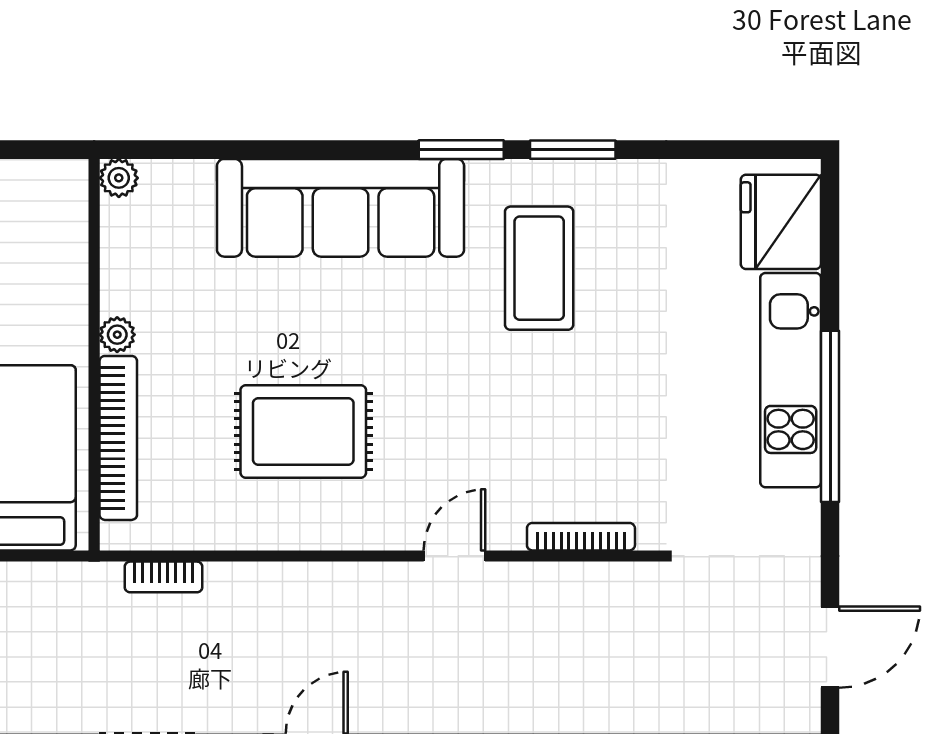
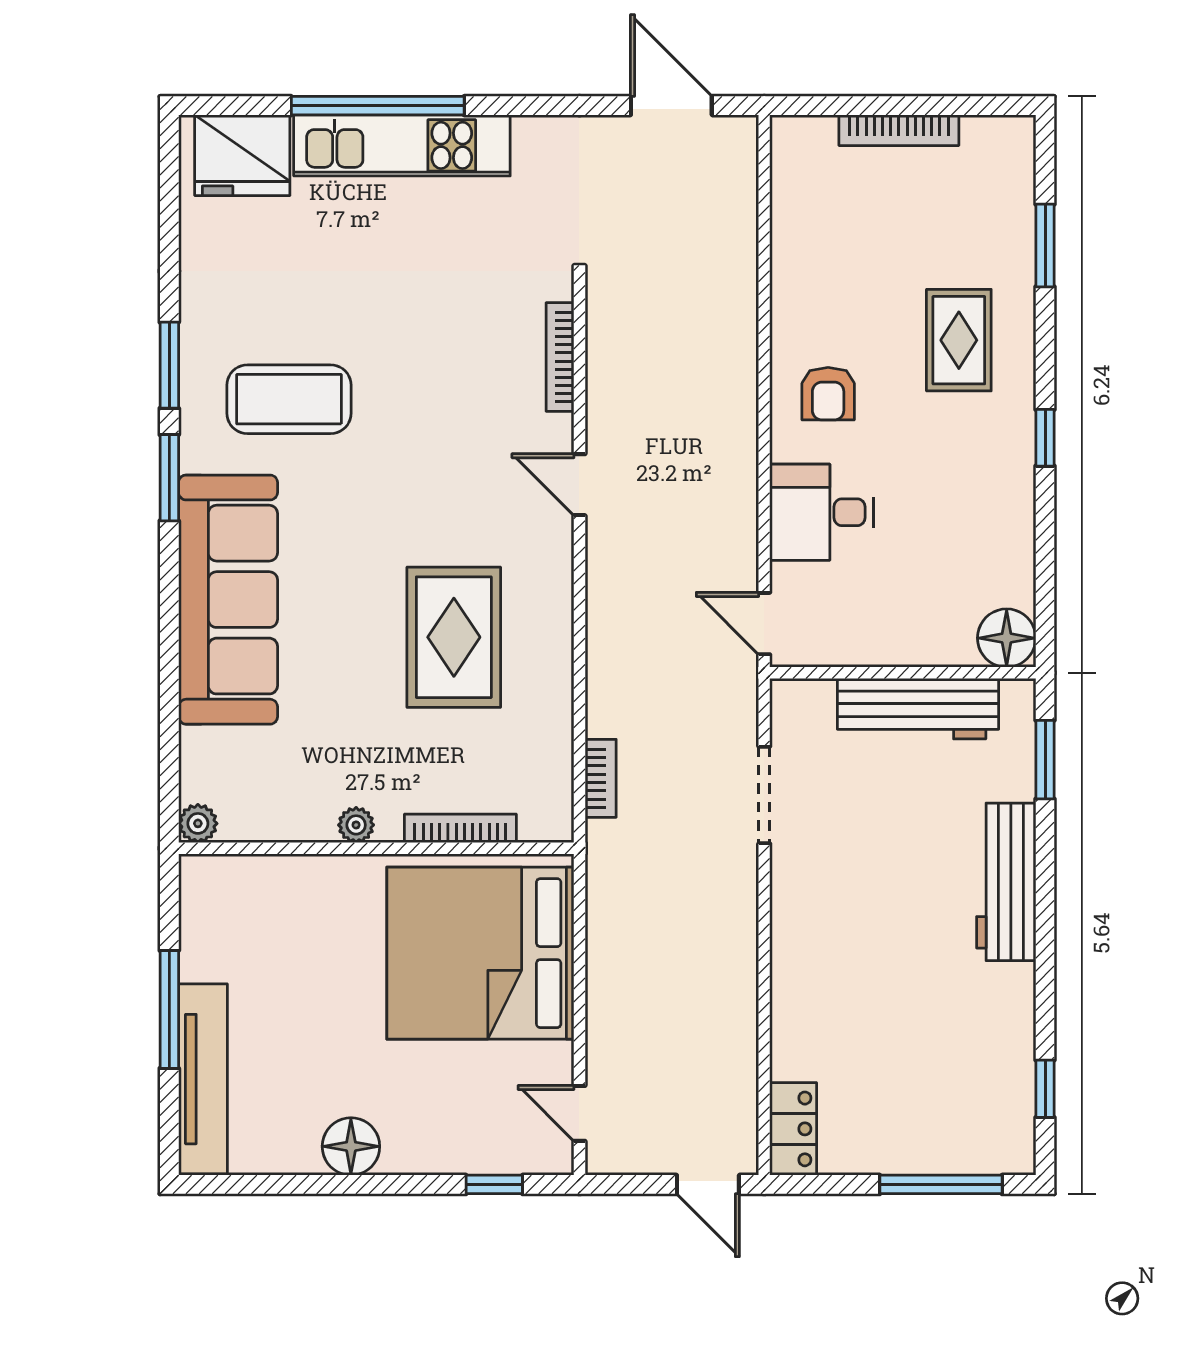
window: (830, 416) -> (378, 106), moved
bookcase: (118, 438) -> (460, 828), width x0.68, depth x0.76

